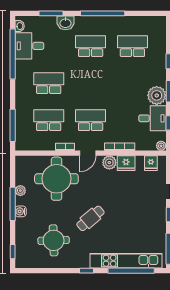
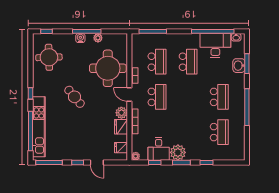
washbasin: (66, 23) -> (239, 66), moved
desk: (29, 46) -> (215, 45), width x1.37
round table: (54, 240) -> (49, 57), moved

